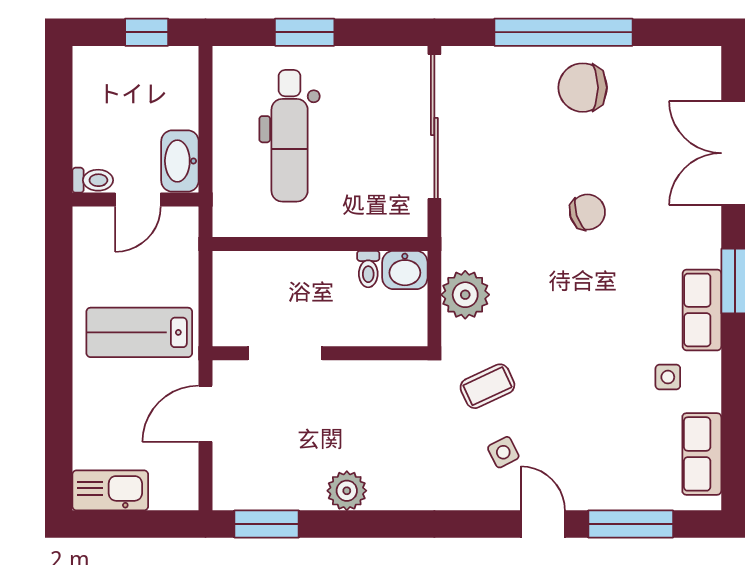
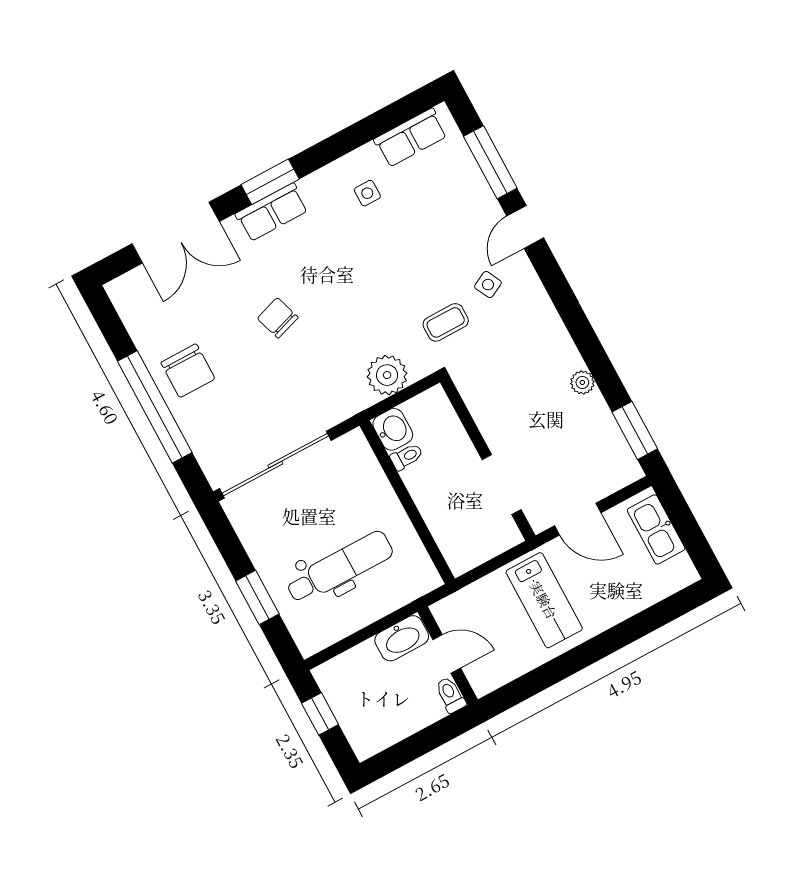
row of seats: (702, 310) -> (272, 212), moved
coffee table: (487, 386) -> (446, 322), turned -65
kitchen sink: (110, 490) -> (656, 529), moved
plant: (347, 491) -> (582, 382), width x0.73, depth x0.73

